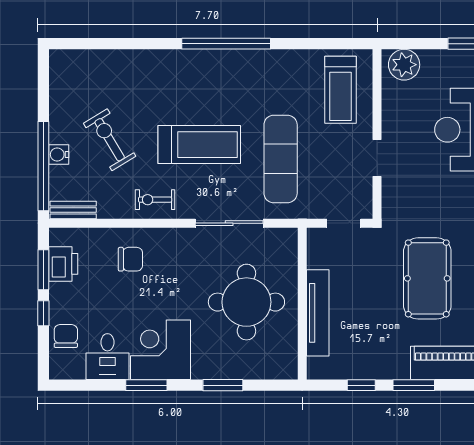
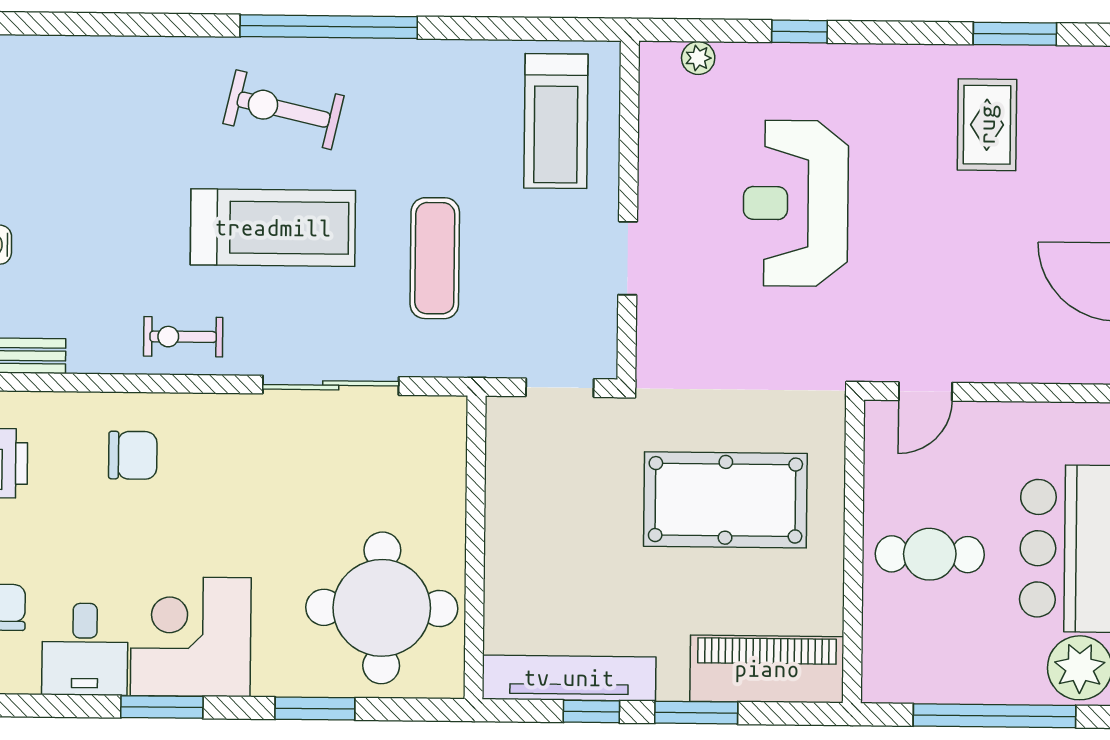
plant: (404, 65) -> (698, 58), width x0.53, depth x0.53
exercise bike: (110, 140) -> (284, 110), moved, turned -46
exercise mat: (281, 159) -> (435, 258), width x0.73, depth x0.69
pool table: (427, 278) -> (725, 500), turned 90
round table: (246, 302) -> (382, 608), moved
tv unit: (318, 313) -> (569, 678), moved, turned -90

